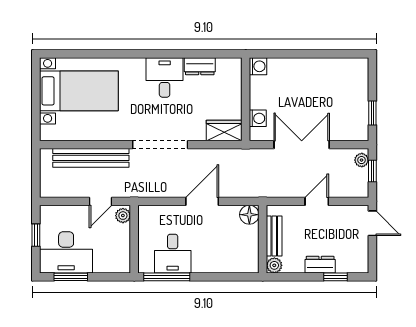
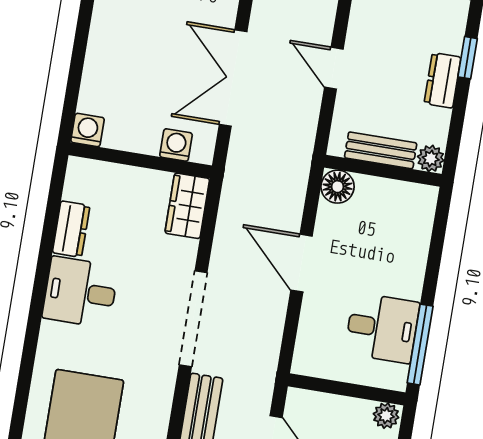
plant: (123, 216) -> (386, 416), moved

